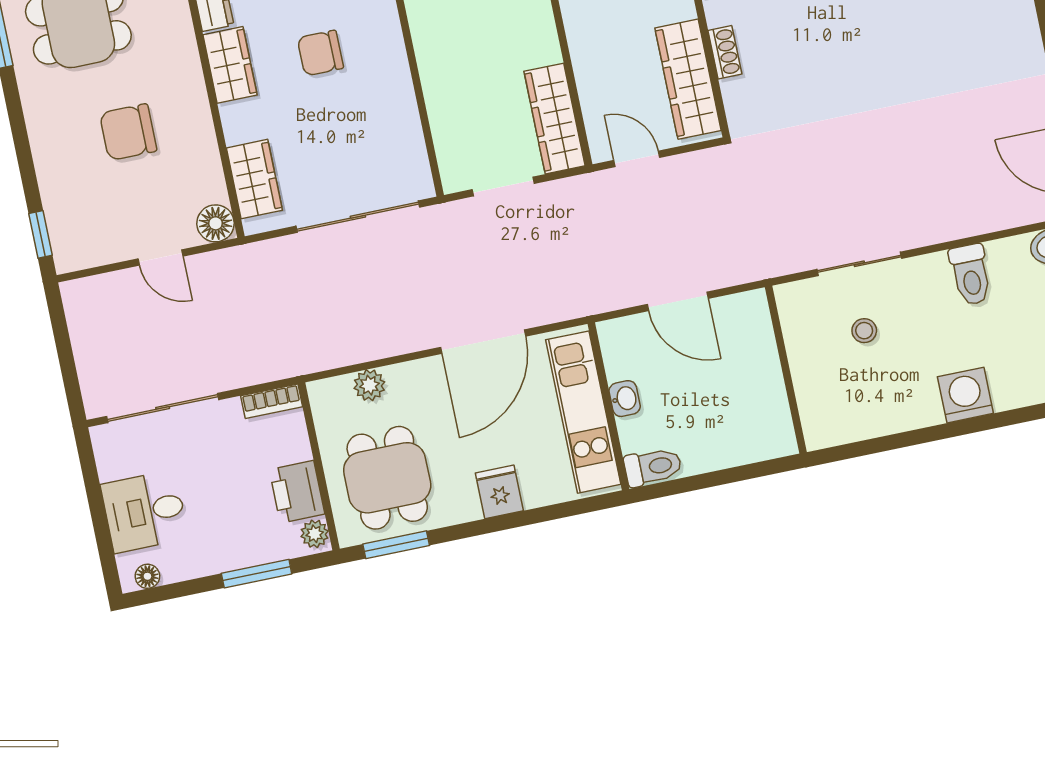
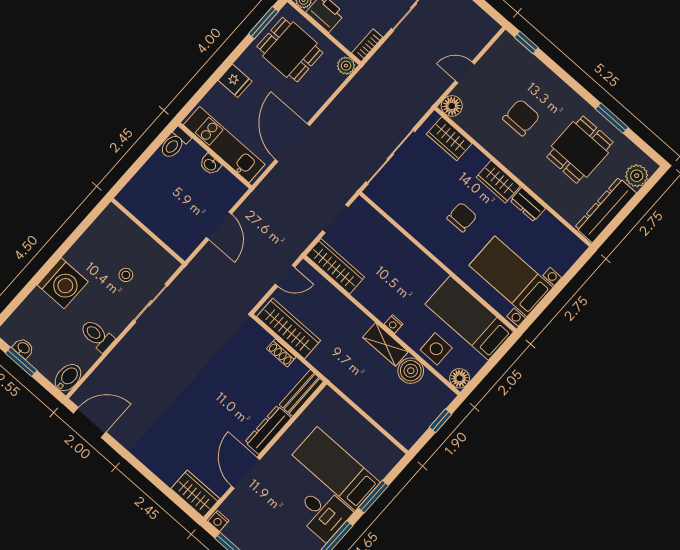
door: (678, 301) -> (219, 226), swing flipped
plant: (369, 385) -> (346, 66), moved
washing machine: (965, 395) -> (63, 283), width x1.37, depth x1.37

